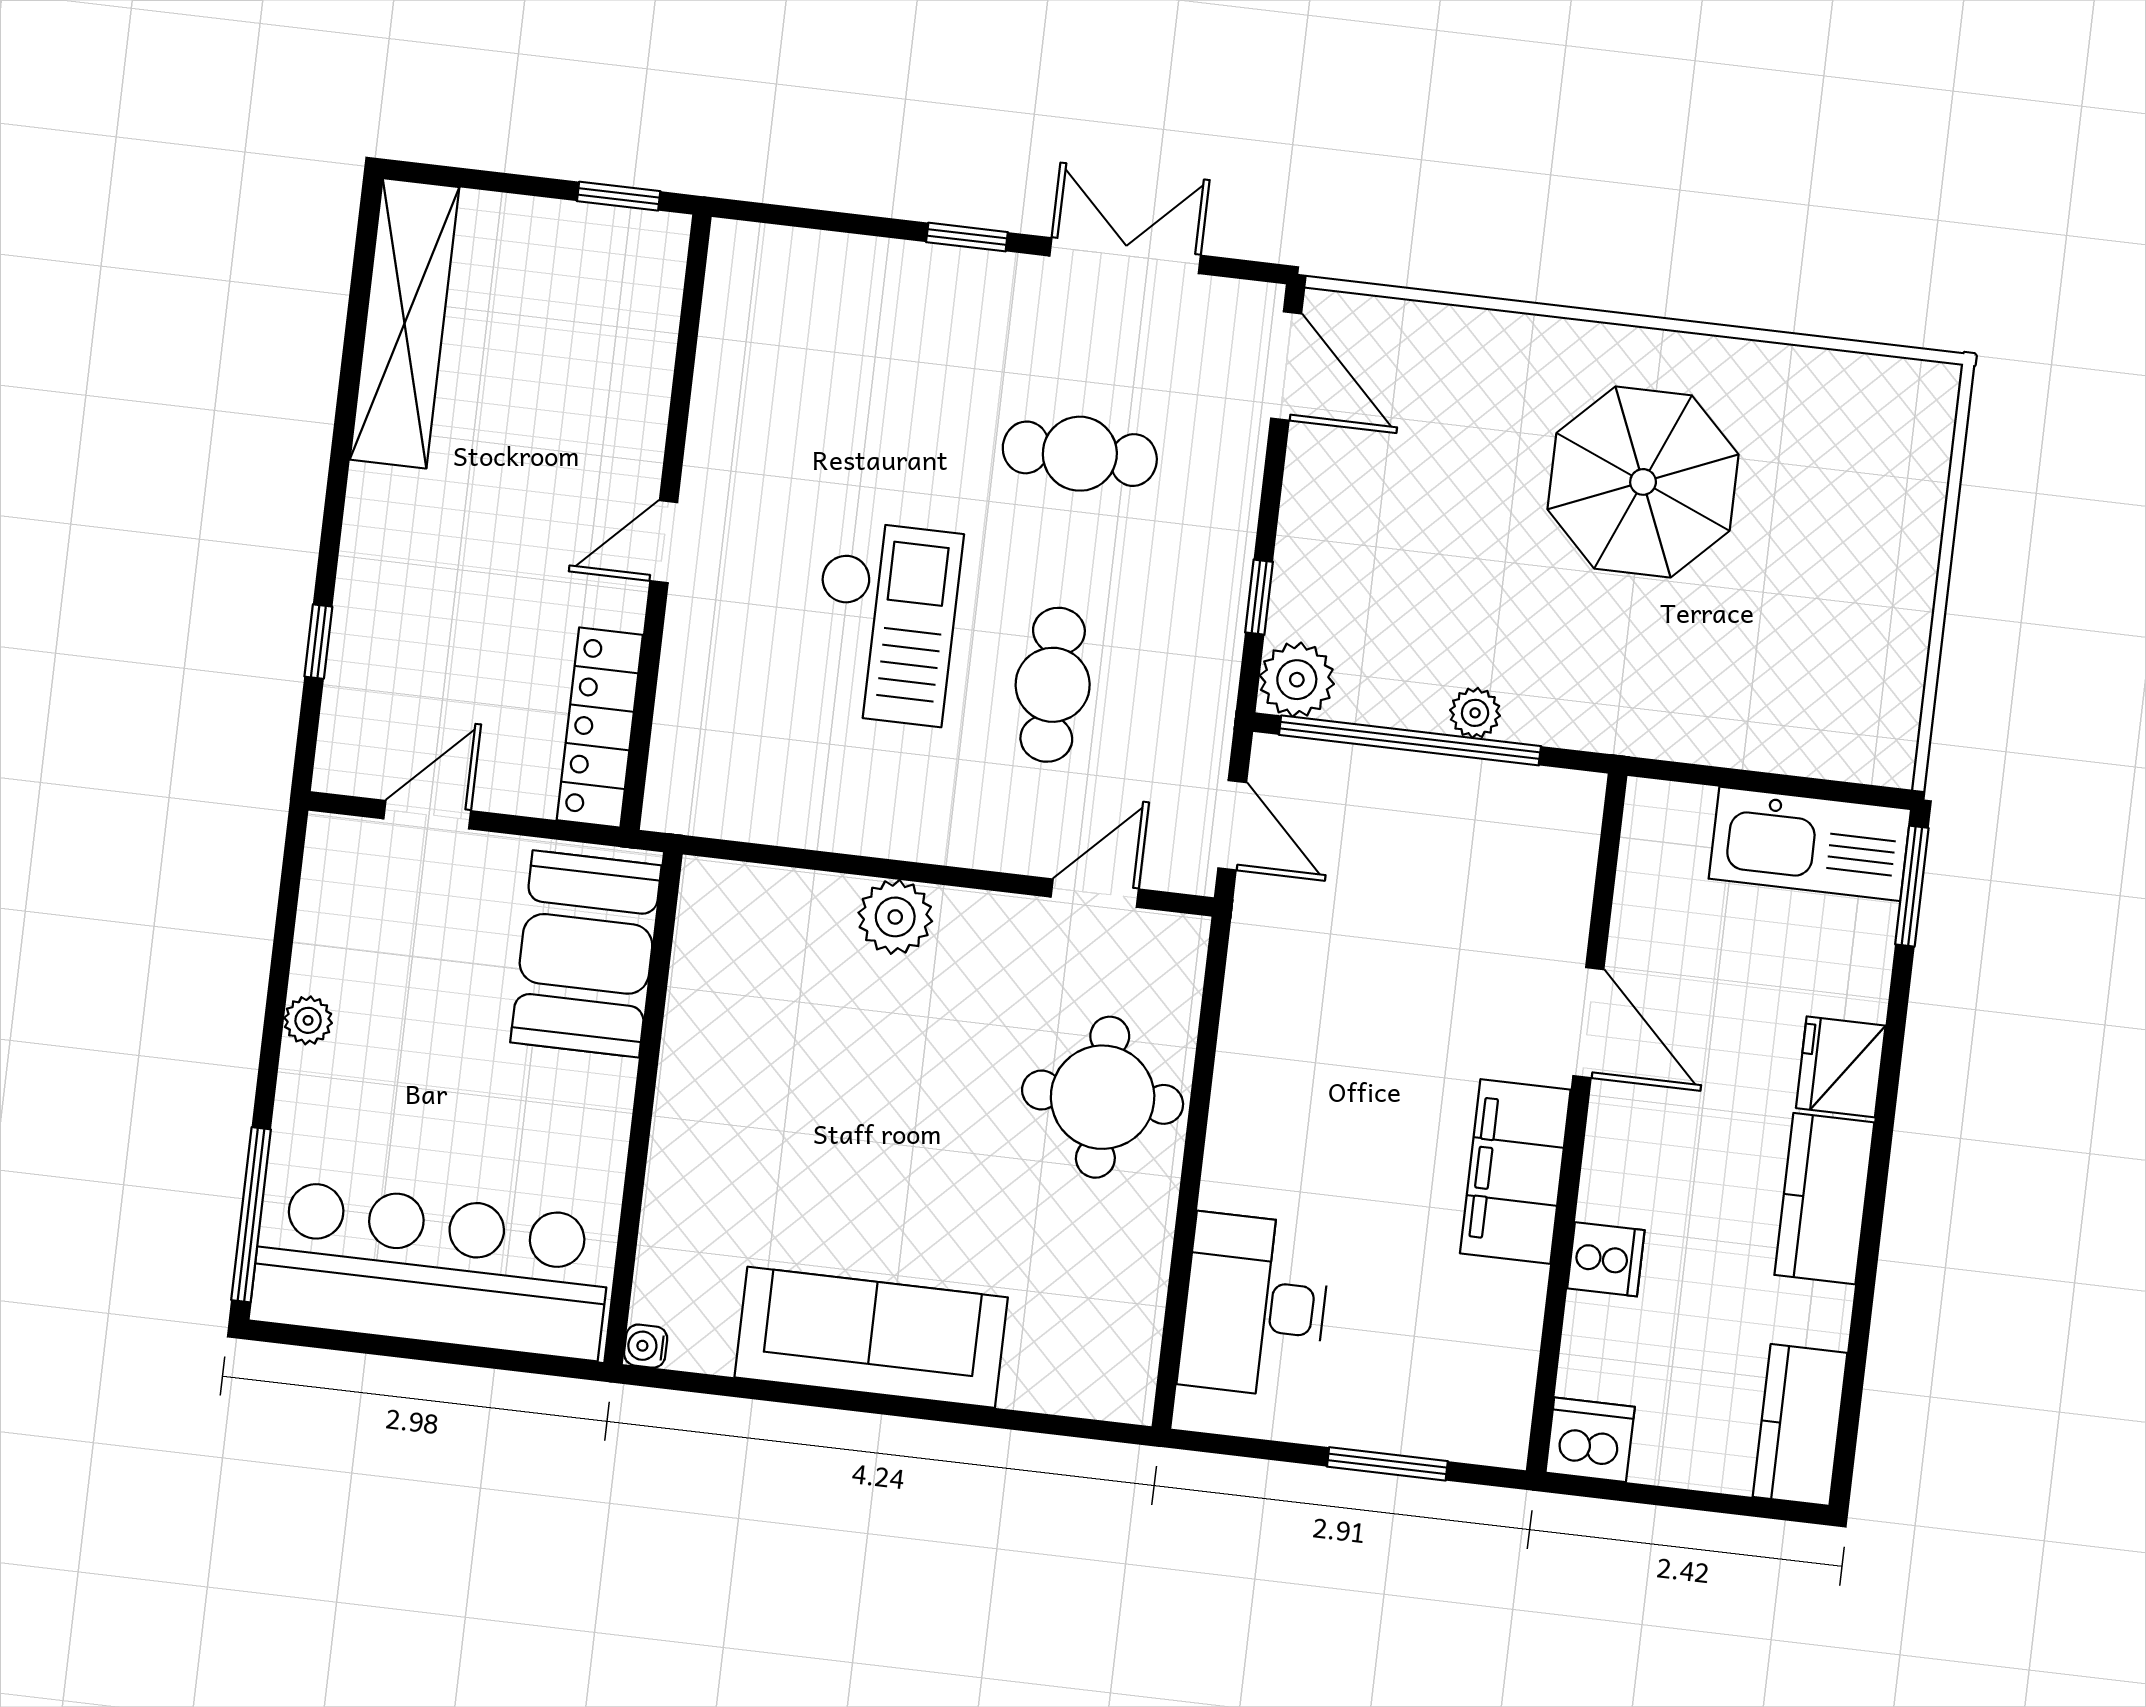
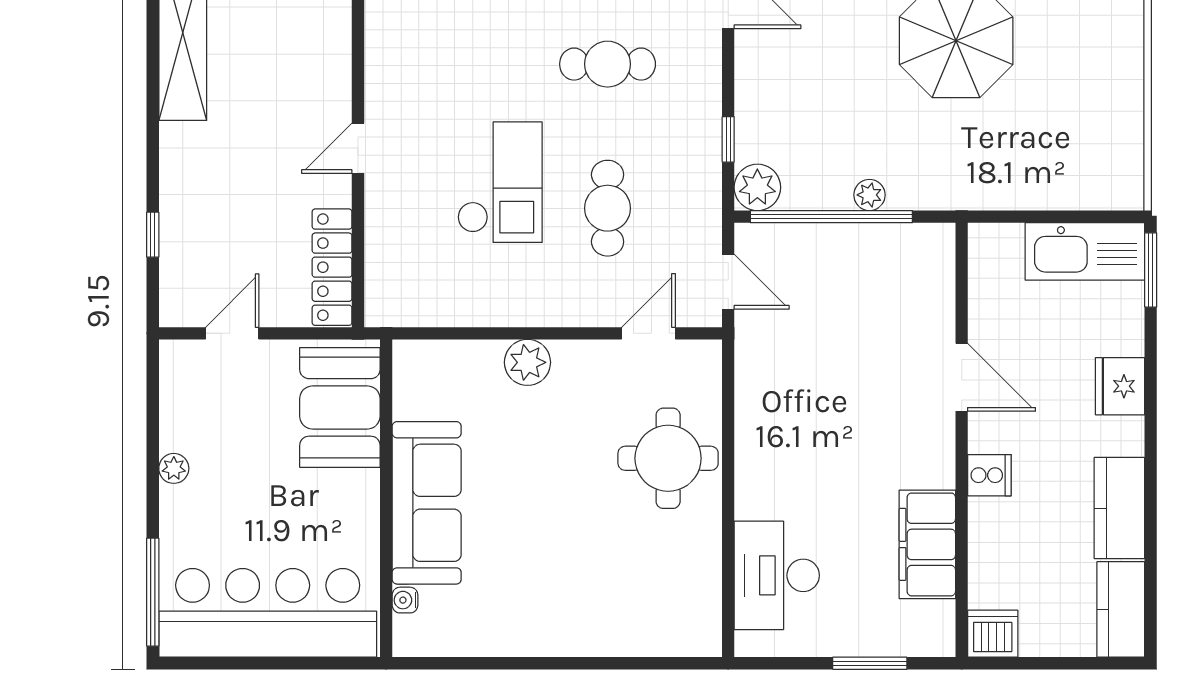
filing cabinet: (1515, 1171) -> (927, 544), moved
kitchen counter: (1824, 1199) -> (1119, 508), moved
cooker: (1606, 1259) -> (989, 475), moved
sofa: (871, 1337) -> (427, 503), moved, turned 90
water cooler: (646, 1346) -> (405, 600), moved

